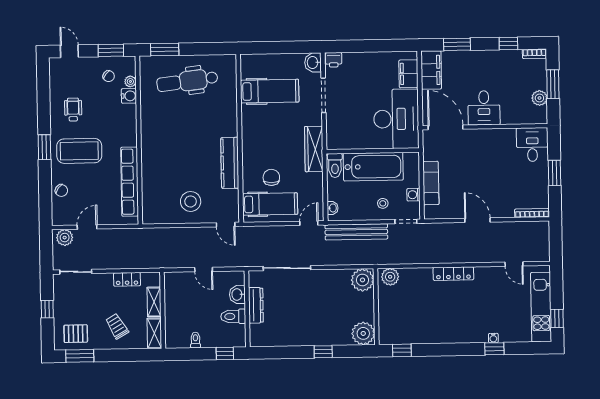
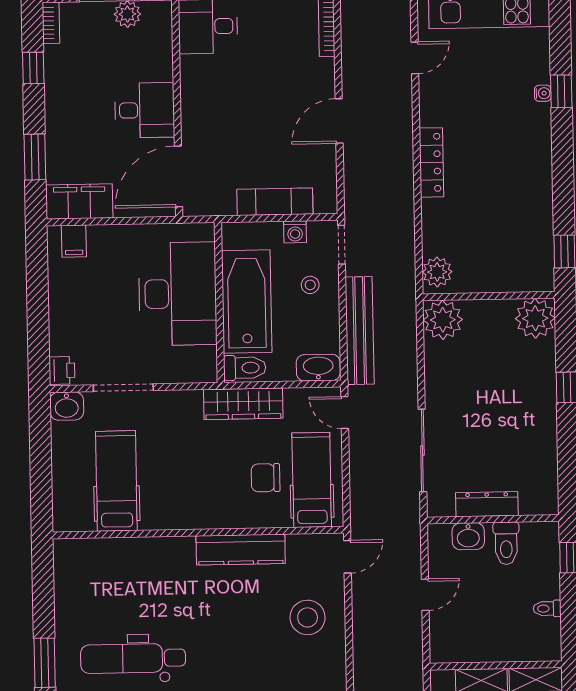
filing cabinet: (408, 74) -> (74, 241), width x0.50
dental chair: (187, 81) -> (133, 658), moved, turned 97
desk: (396, 119) -> (178, 294), moved, turned 90
wardrobe: (314, 149) -> (243, 404), moved
washbasin: (333, 208) -> (318, 368), width x1.91, depth x1.45

